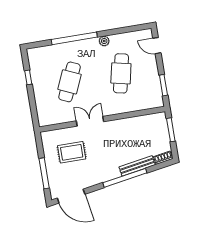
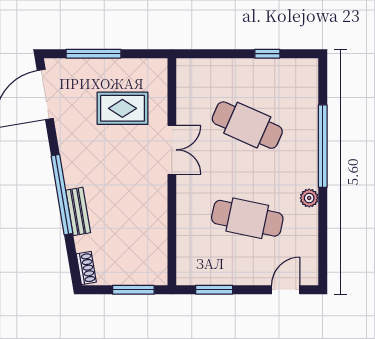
rug: (72, 152) -> (122, 108), turned 90
bench: (137, 166) -> (78, 211), width x0.73

